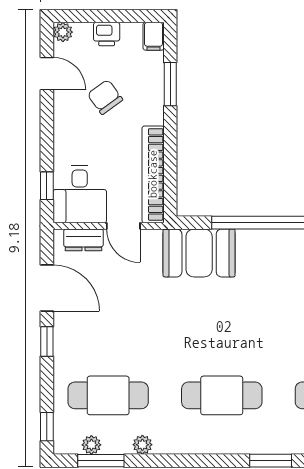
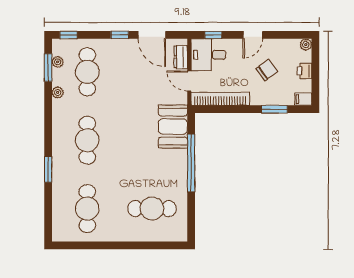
door: (47, 74) -> (253, 35), moved
door: (123, 226) -> (189, 81), hinge flipped
door: (47, 288) -> (152, 35), hinge flipped

